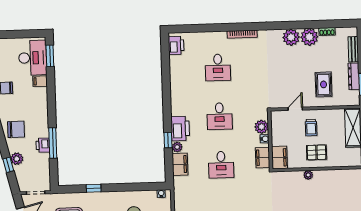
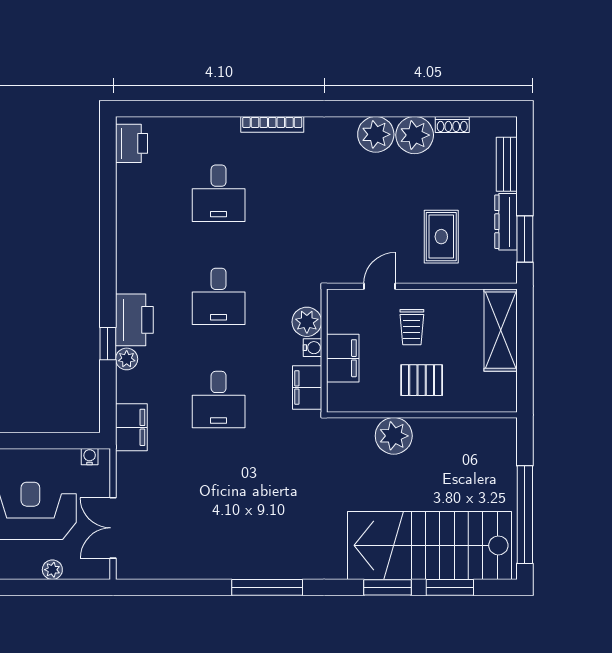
filing cabinet: (279, 157) -> (343, 358), moved
filing cabinet: (180, 164) -> (131, 427), moved
plant: (308, 175) -> (394, 436), width x1.87, depth x1.87

